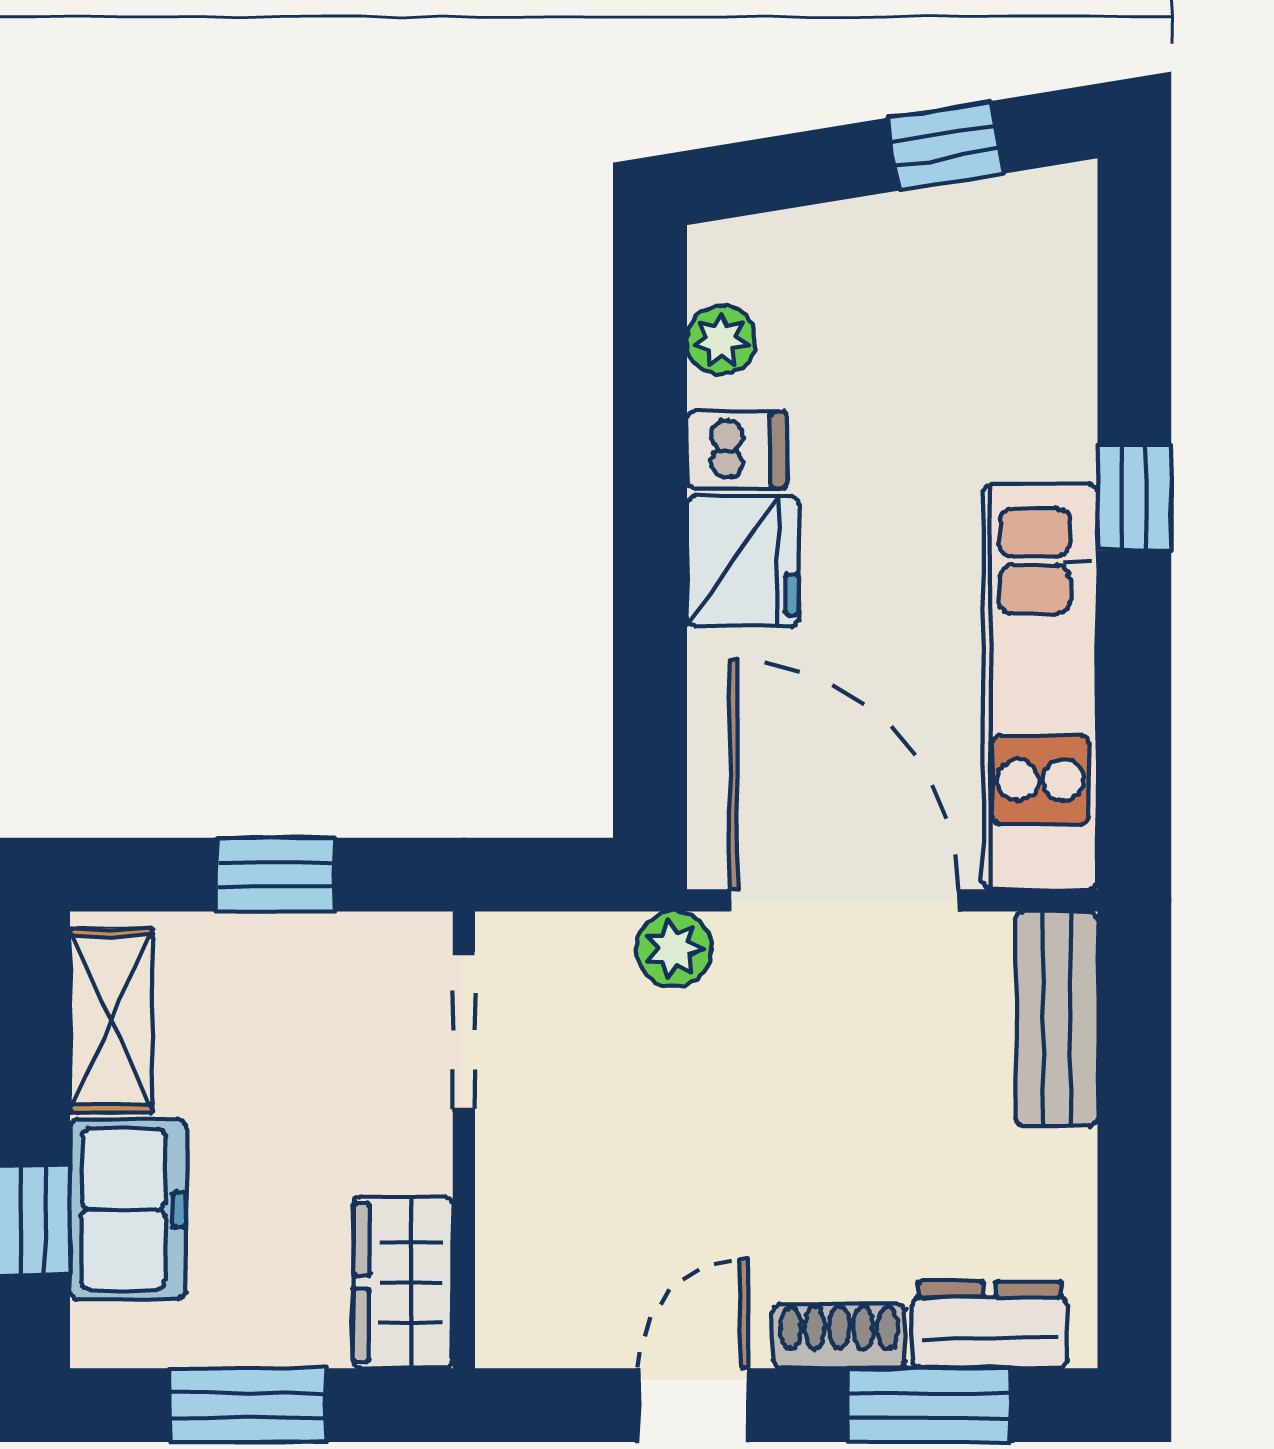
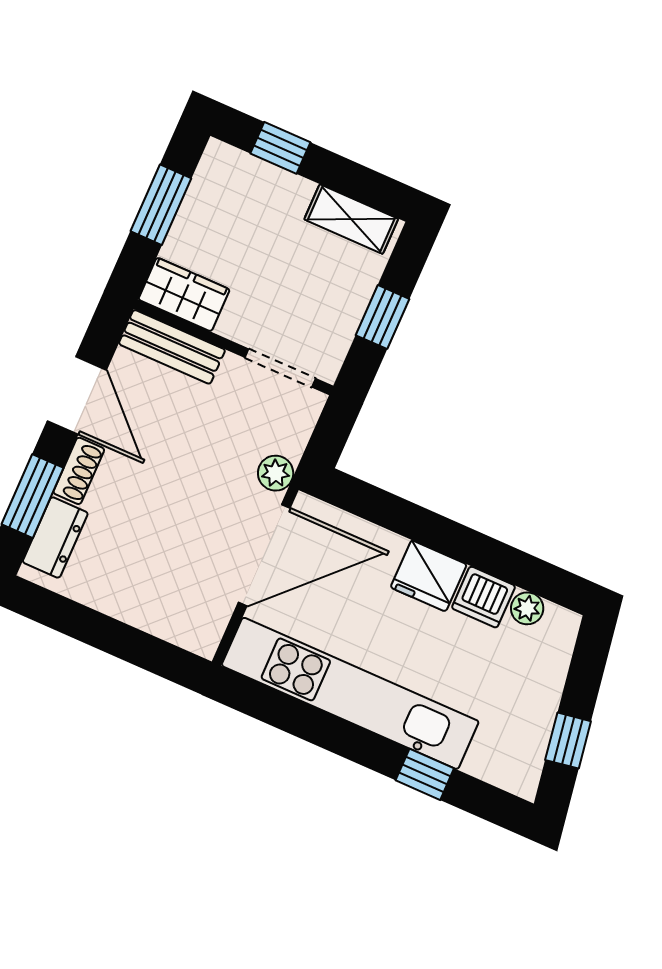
dishwasher: (737, 450) -> (483, 597), width x1.38
window: (1134, 497) -> (425, 774), moved
kitchen unit: (1040, 687) -> (350, 693), width x1.36
bench: (1057, 1019) -> (172, 347), moved
freezer: (128, 1209) -> (267, 191), removed
door: (693, 1405) -> (77, 395), width x1.38

